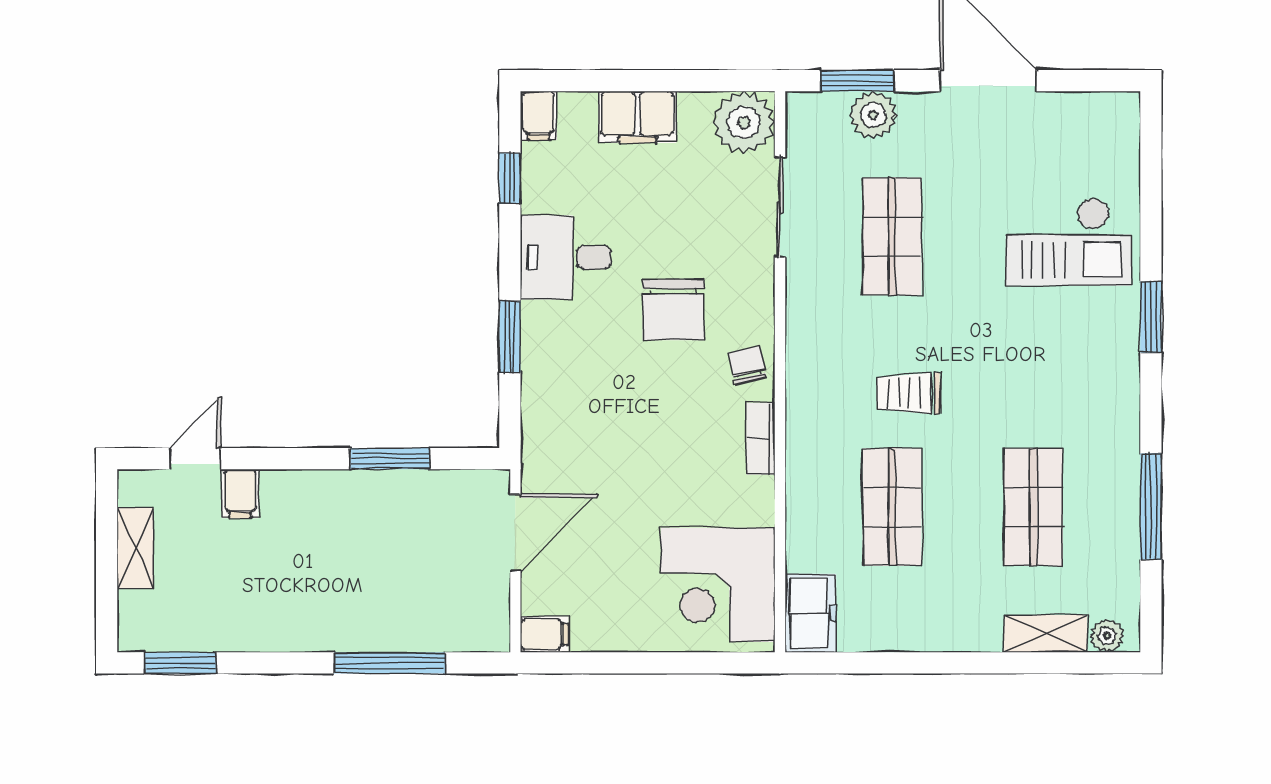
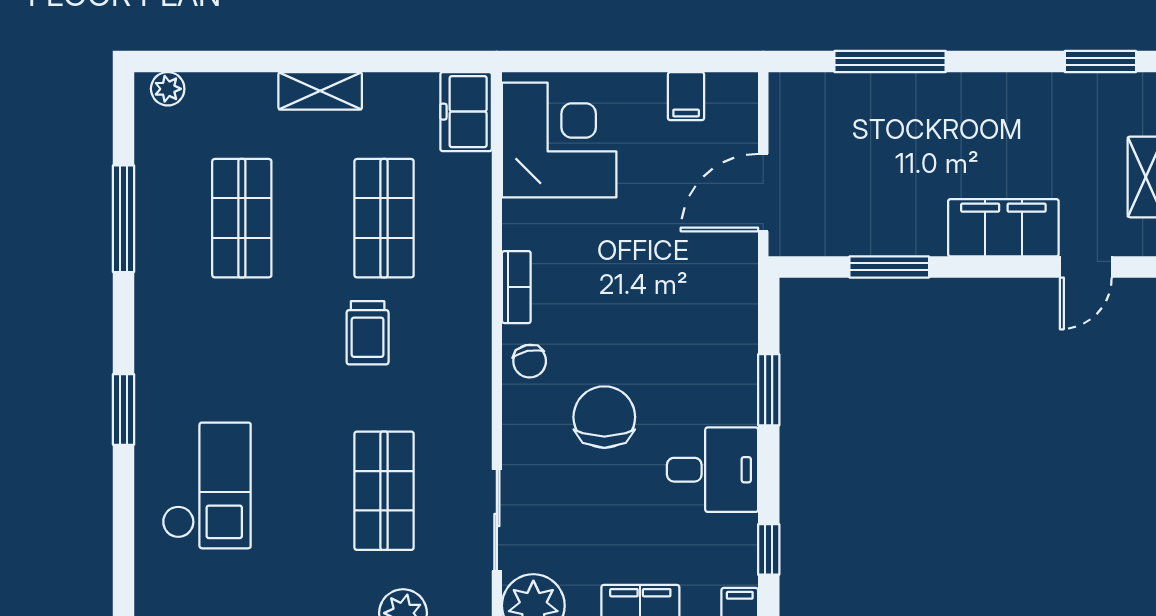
checkout: (1068, 242) -> (207, 485), turned 90
trolley: (908, 393) -> (368, 333), turned 90
filing cabinet: (240, 494) -> (1003, 228), width x3.00, depth x1.17
filing cabinet: (544, 634) -> (686, 96), moved, turned -90
shelving: (1046, 634) -> (320, 91), moved

